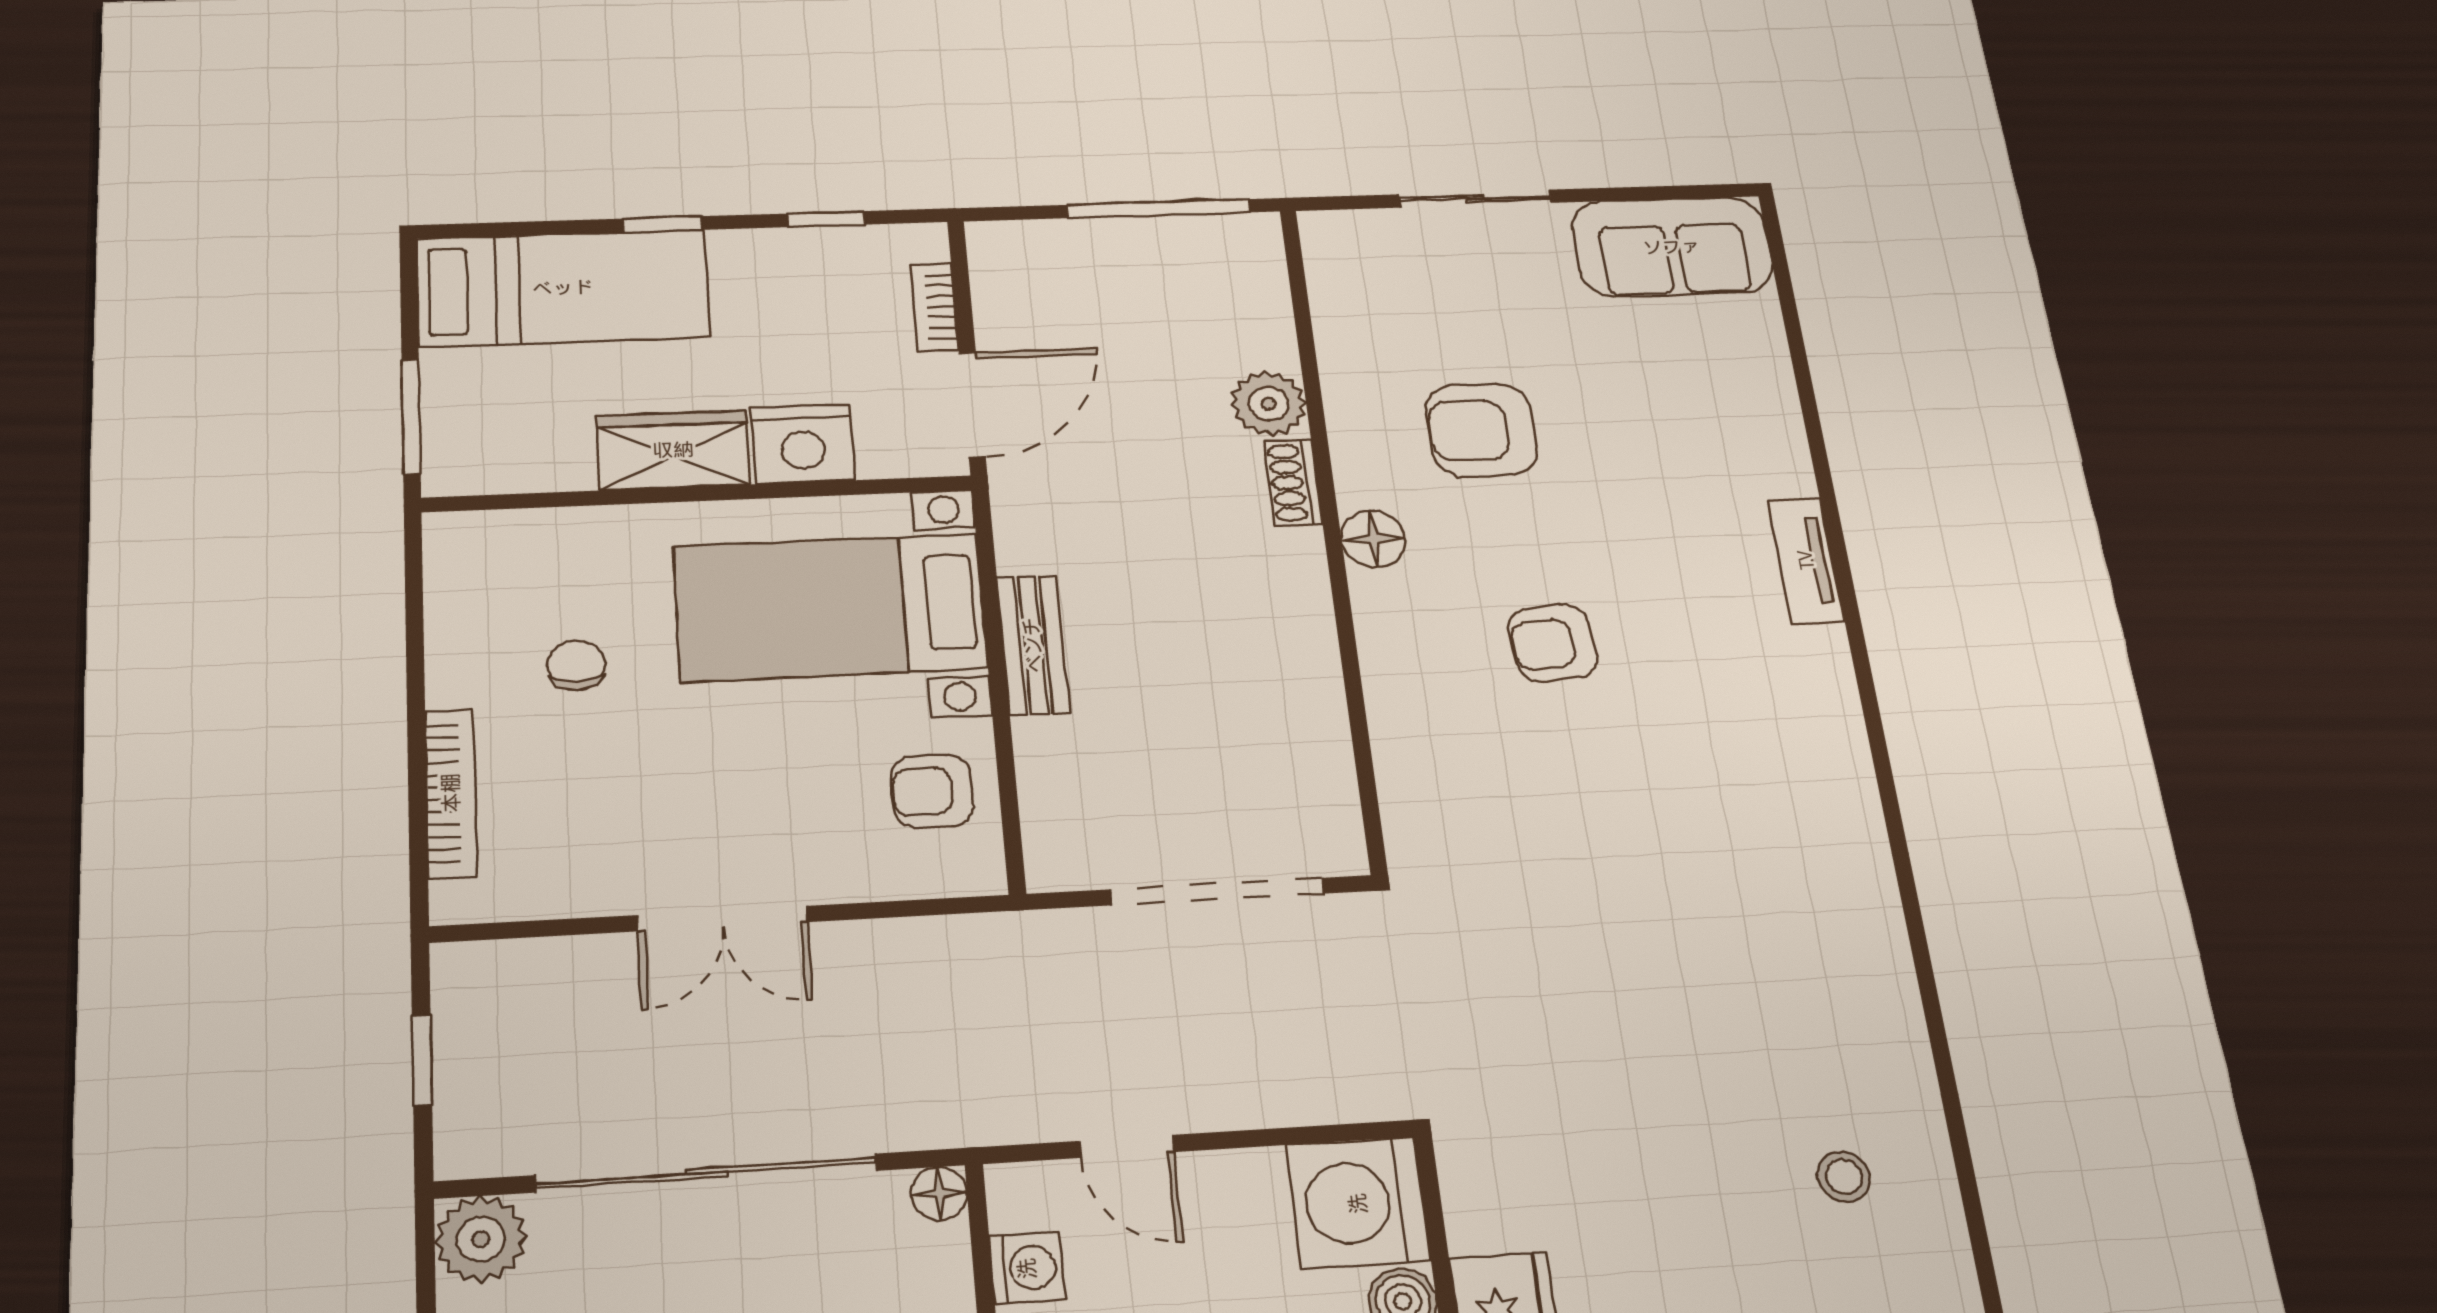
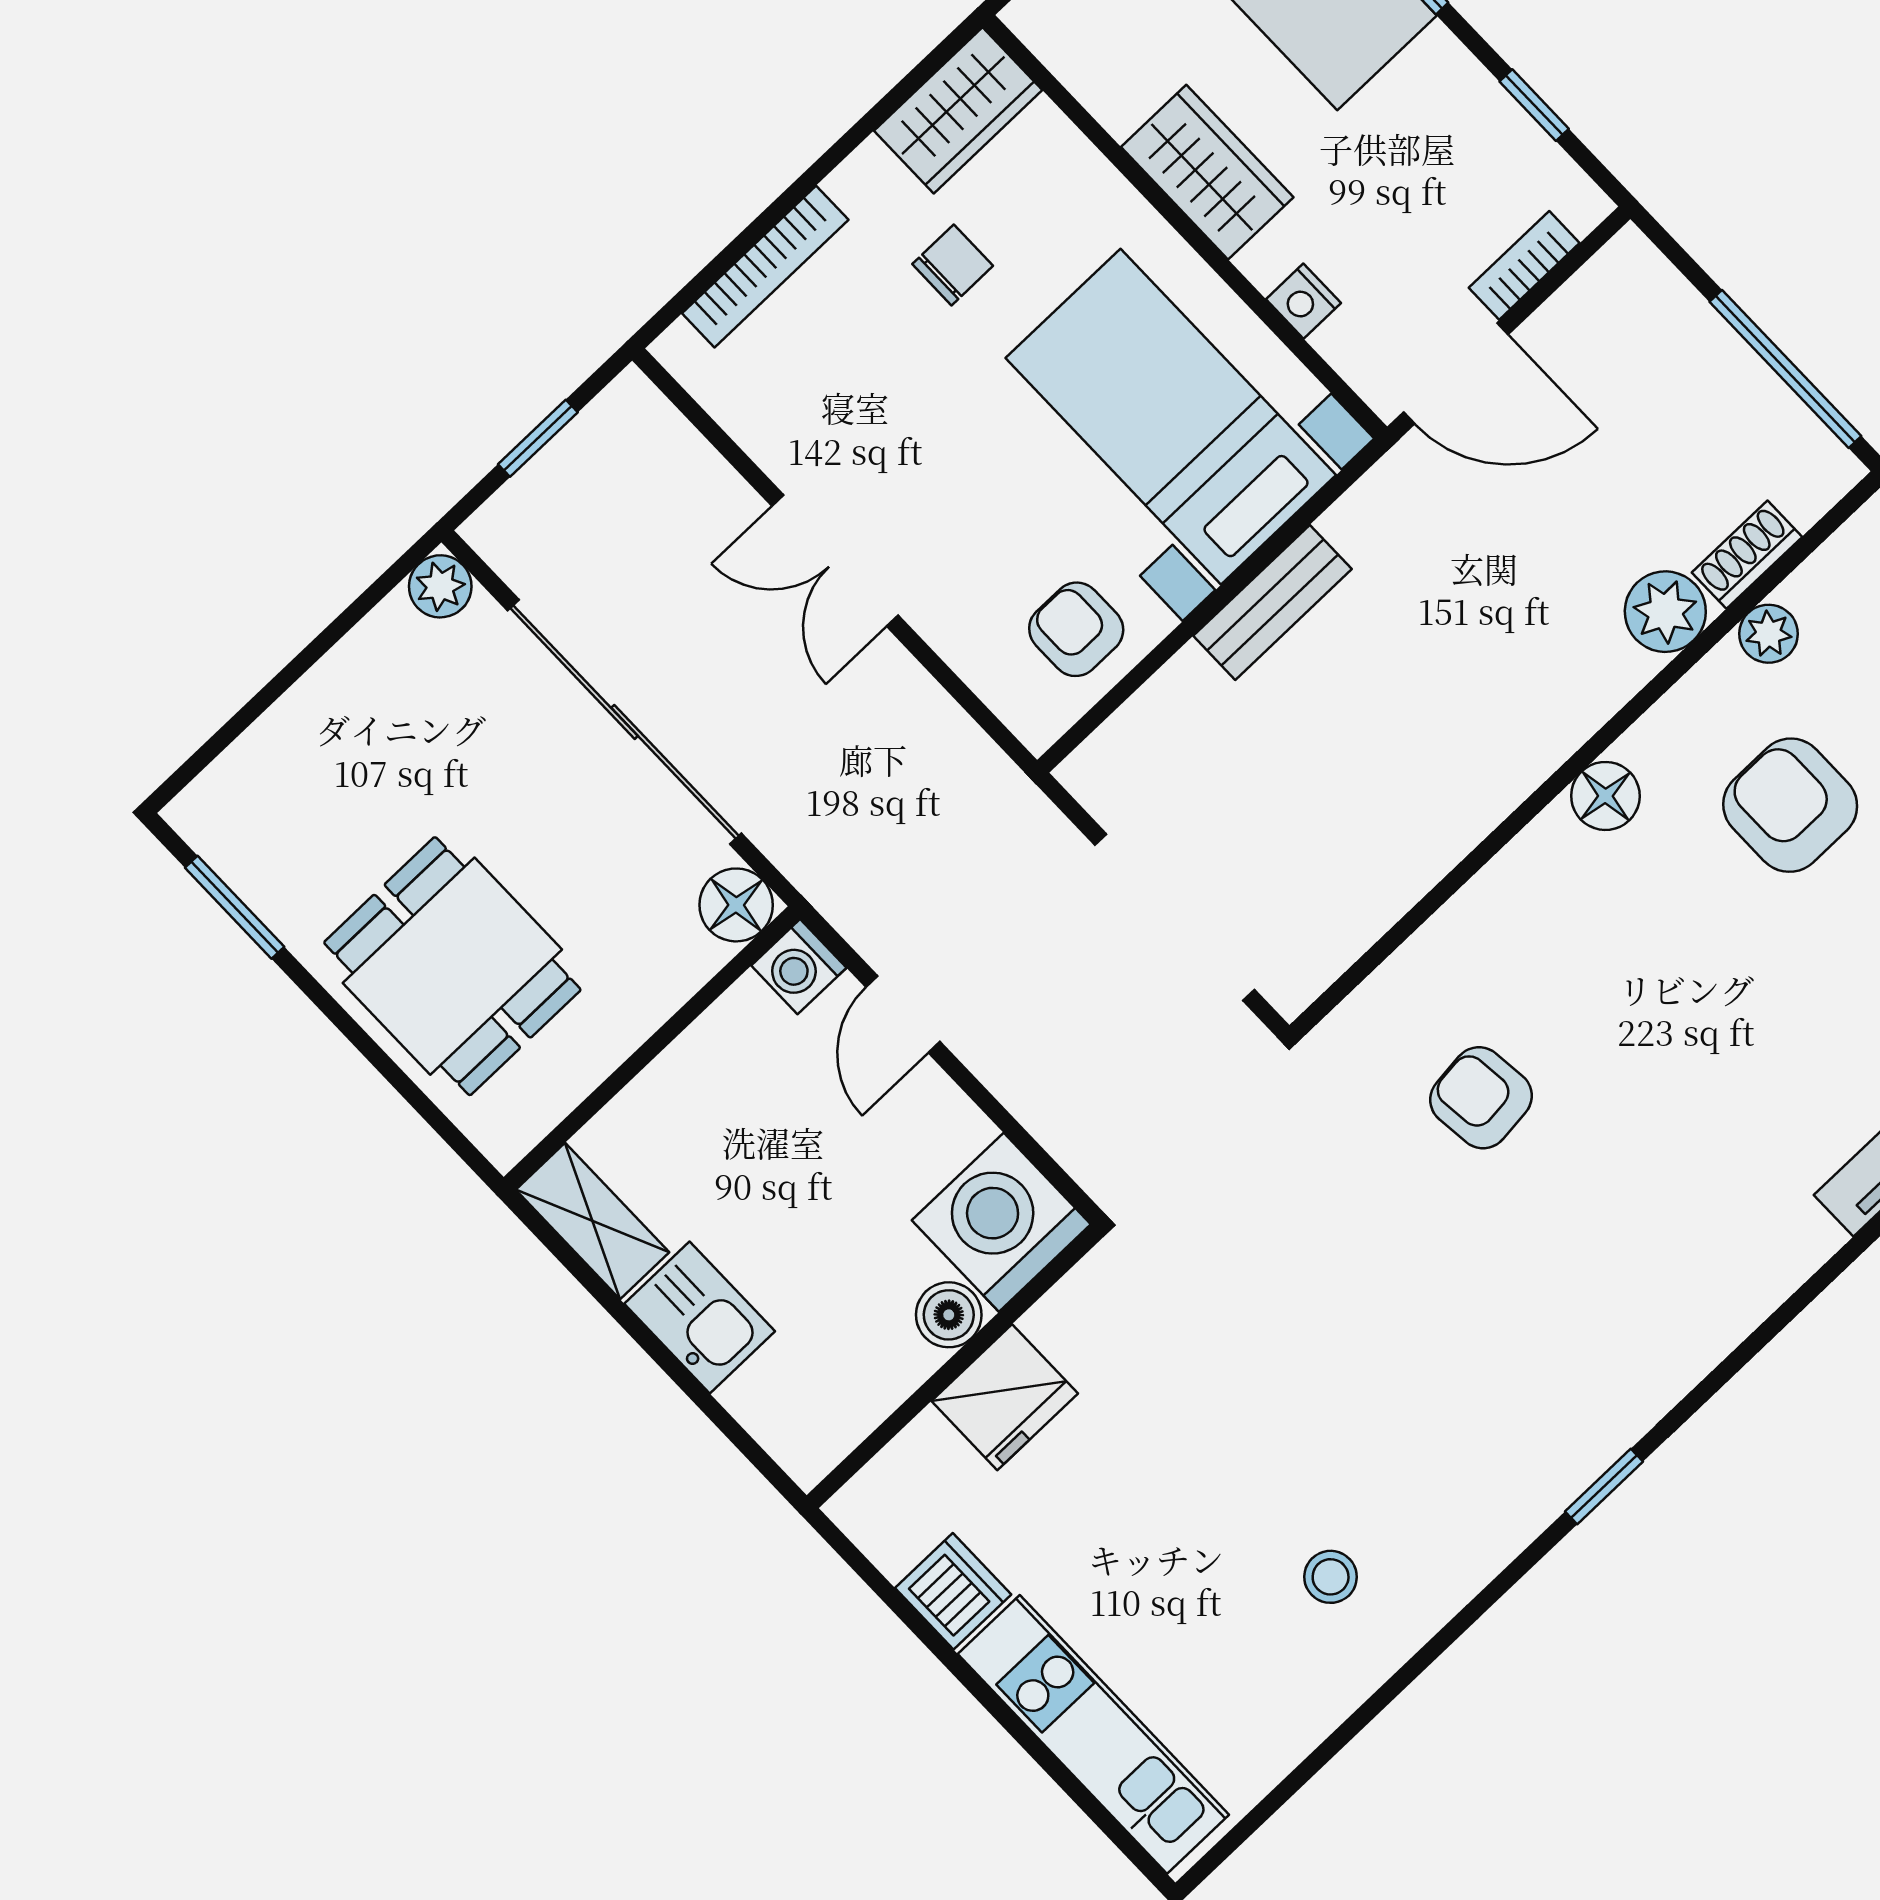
plant: (1342, 354) -> (1769, 634), added
nightstand: (803, 444) -> (1303, 301), width x0.53, depth x0.56
shoe rack: (1293, 483) -> (1747, 555), moved
wardrobe: (466, 574) -> (958, 110), added
armchair: (1553, 643) -> (1481, 1098), moved
window: (1915, 927) -> (1604, 1487), added
floor lamp: (939, 1193) -> (736, 905), width x1.37, depth x1.37
plant: (481, 1239) -> (440, 586), width x0.73, depth x0.73
washing machine: (1027, 1268) -> (799, 967), moved, turned 90

